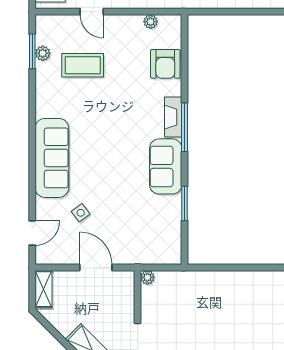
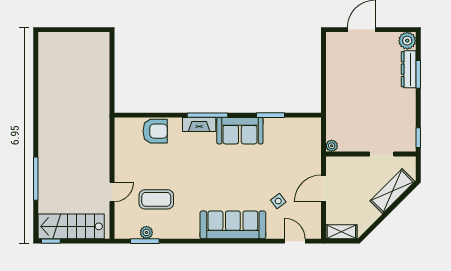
plant: (151, 22) -> (120, 143), removed
coffee table: (83, 65) -> (156, 199), turned 90

